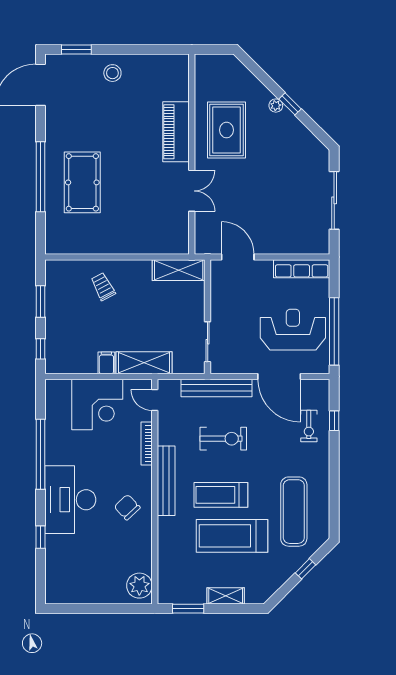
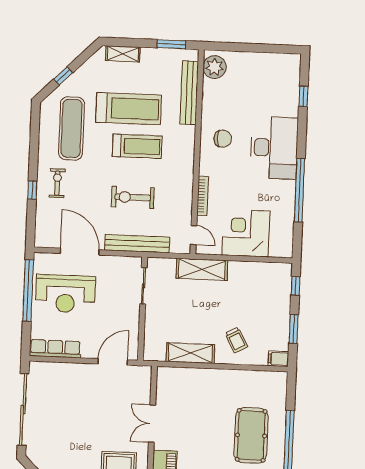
sliding door: (334, 200) -> (23, 409), width x1.36
door: (238, 257) -> (113, 362), swing flipped
shelving: (179, 270) -> (190, 353), moved
filing cabinet: (106, 363) -> (278, 359), moved, turned 90
window: (334, 421) -> (32, 190), moved
exercise bike: (309, 426) -> (57, 183), moved
bench: (166, 481) -> (189, 93), moved
chair: (127, 507) -> (223, 139), turned -48
window: (40, 537) -> (303, 96), moved
shelving: (226, 596) -> (123, 54), moved

